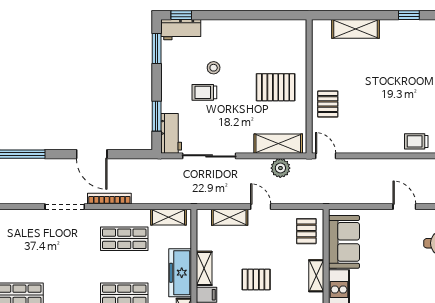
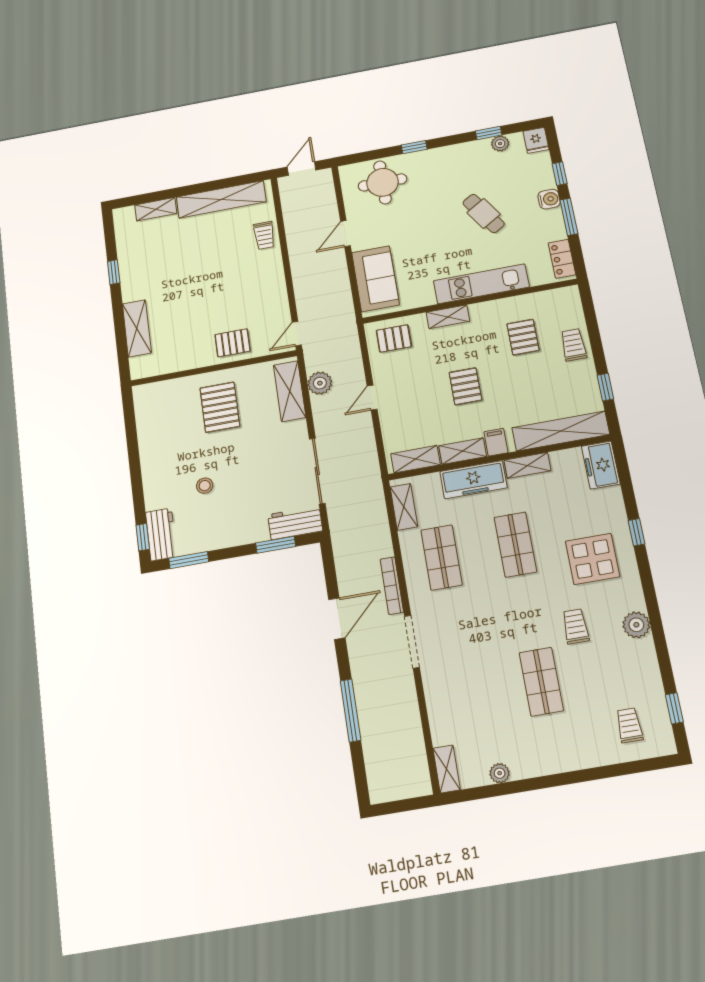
trolley: (204, 92) -> (237, 491), removed
shelving: (230, 217) -> (415, 459), moved, turned 90
sofa: (344, 242) -> (375, 279), moved, turned 90

